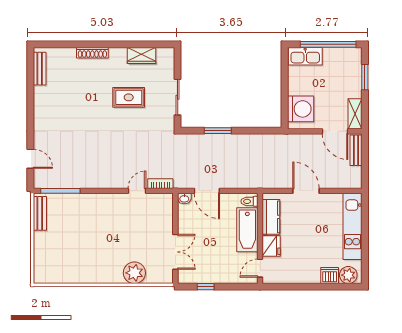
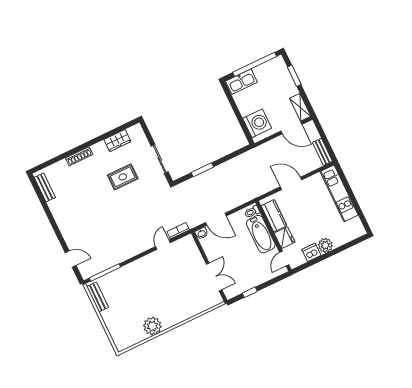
bench: (356, 150) -> (322, 152), moved
plant: (134, 273) -> (152, 326), moved
plant: (348, 275) -> (325, 245), moved
dishwasher: (330, 276) -> (311, 252), moved

